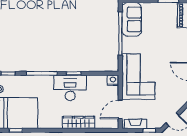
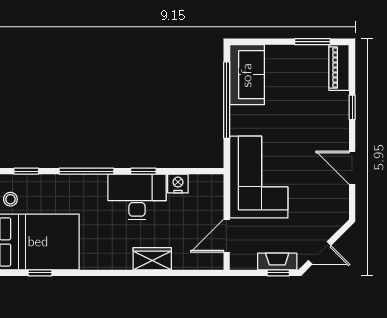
nightstand: (113, 80) -> (178, 184), moved
wardrobe: (79, 122) -> (152, 259), width x0.67
fireplace: (136, 124) -> (277, 261), moved

